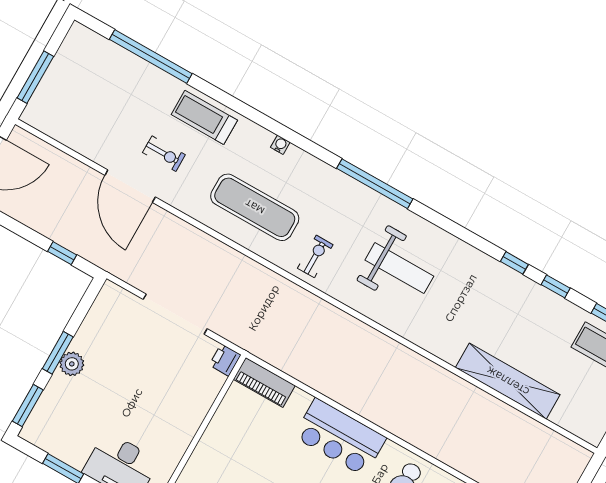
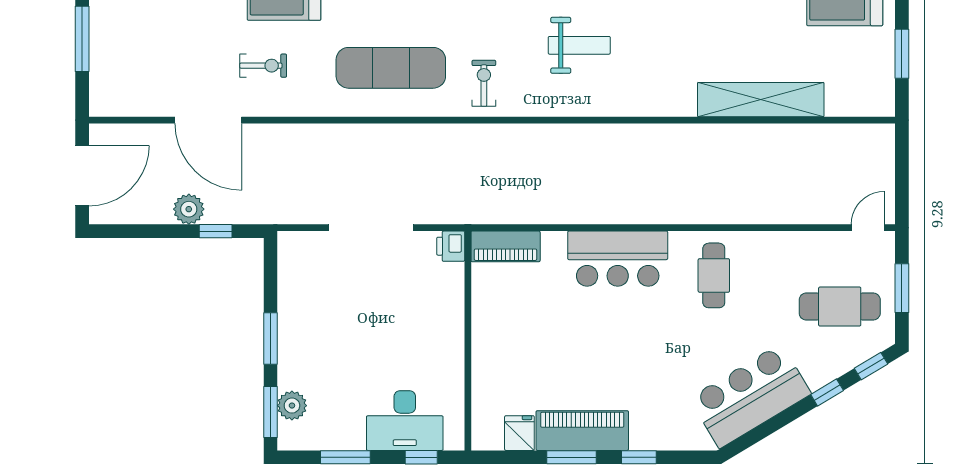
window: (35, 77) -> (82, 39), moved
door: (130, 186) -> (208, 120), moved
plant: (52, 226) -> (189, 209), added
weight bench: (399, 268) -> (579, 45), width x0.73, depth x0.75
plant: (72, 364) -> (292, 406), moved

